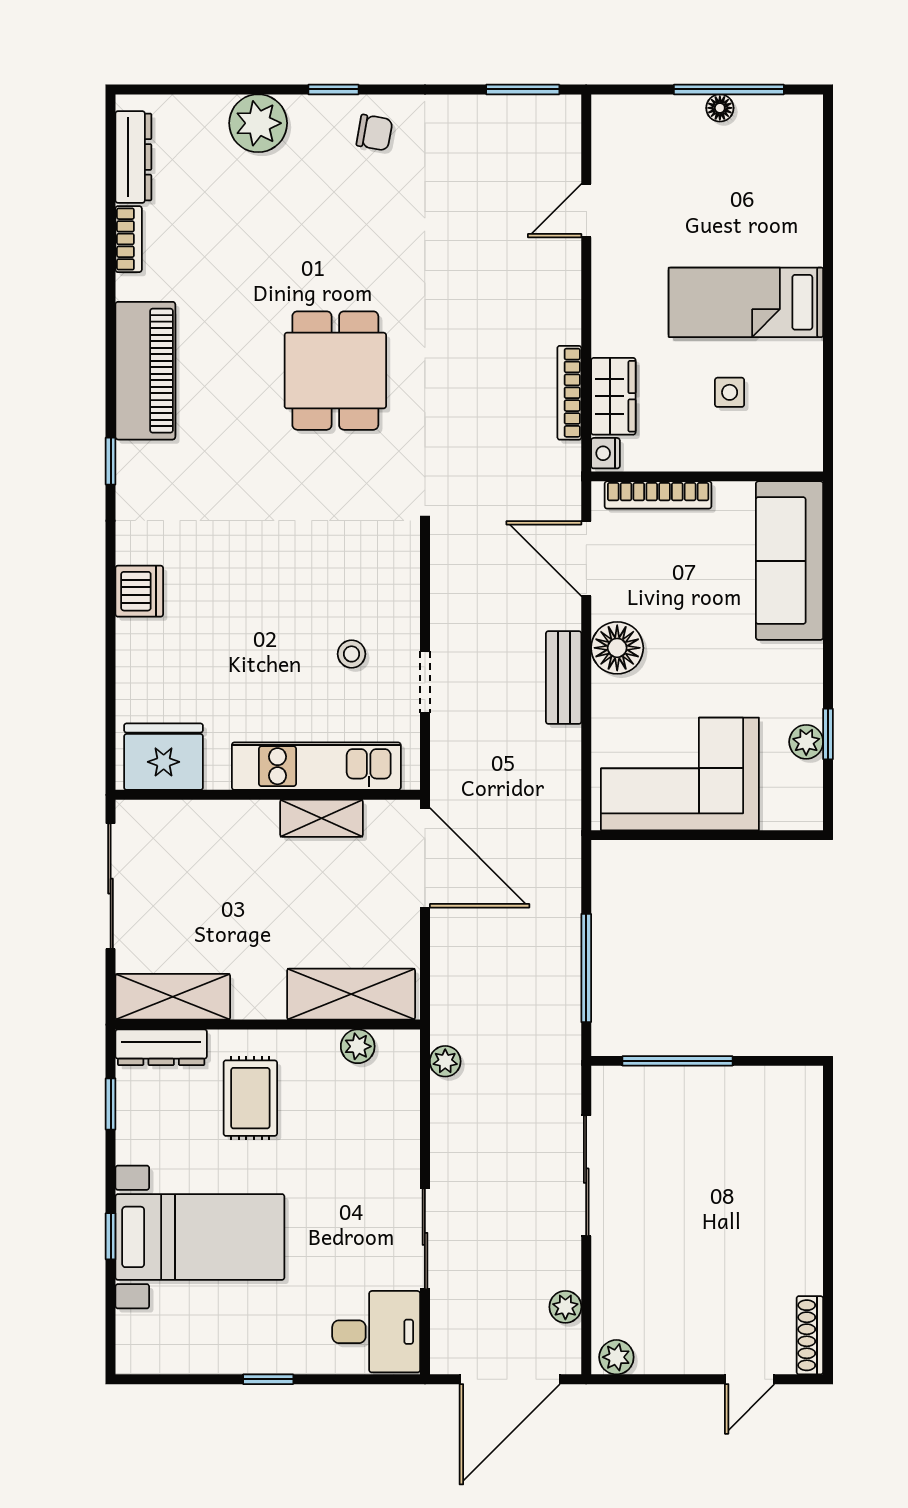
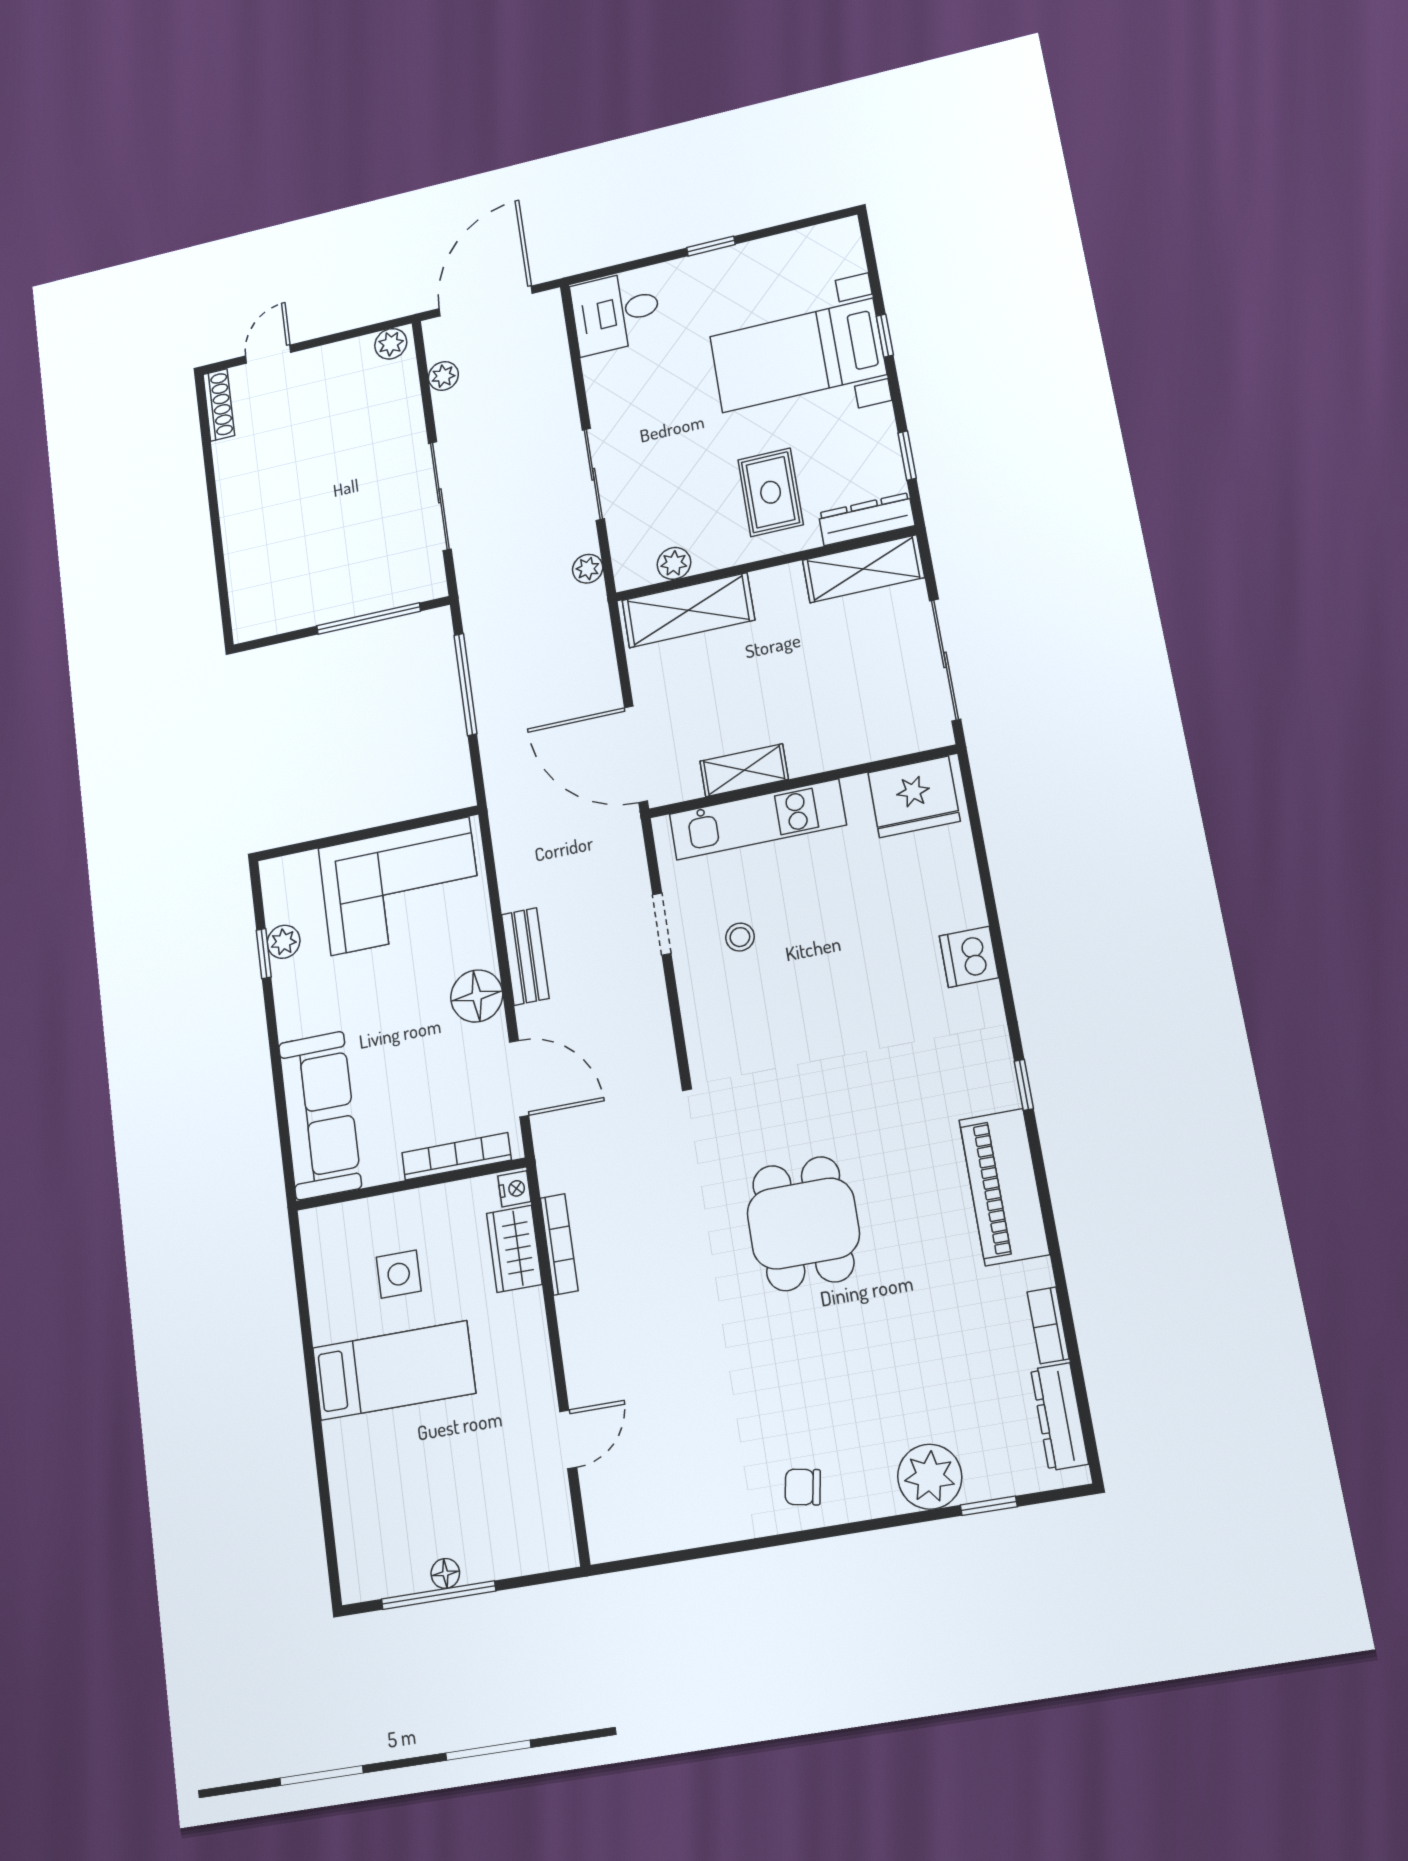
window: (333, 89) -> (989, 1506), moved
window: (523, 89) -> (653, 1560), removed
side table: (730, 392) -> (399, 1274), width x1.37, depth x1.37
sliding door: (425, 1239) -> (593, 474), moved

